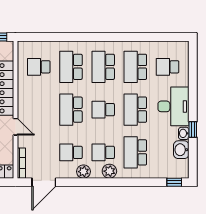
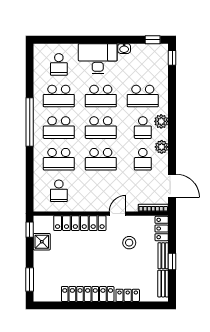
window: (109, 37) -> (30, 122), added
school desk: (103, 110) -> (101, 128), width x1.85
window: (193, 130) -> (153, 40), moved
washbasin: (181, 150) -> (140, 51), removed

